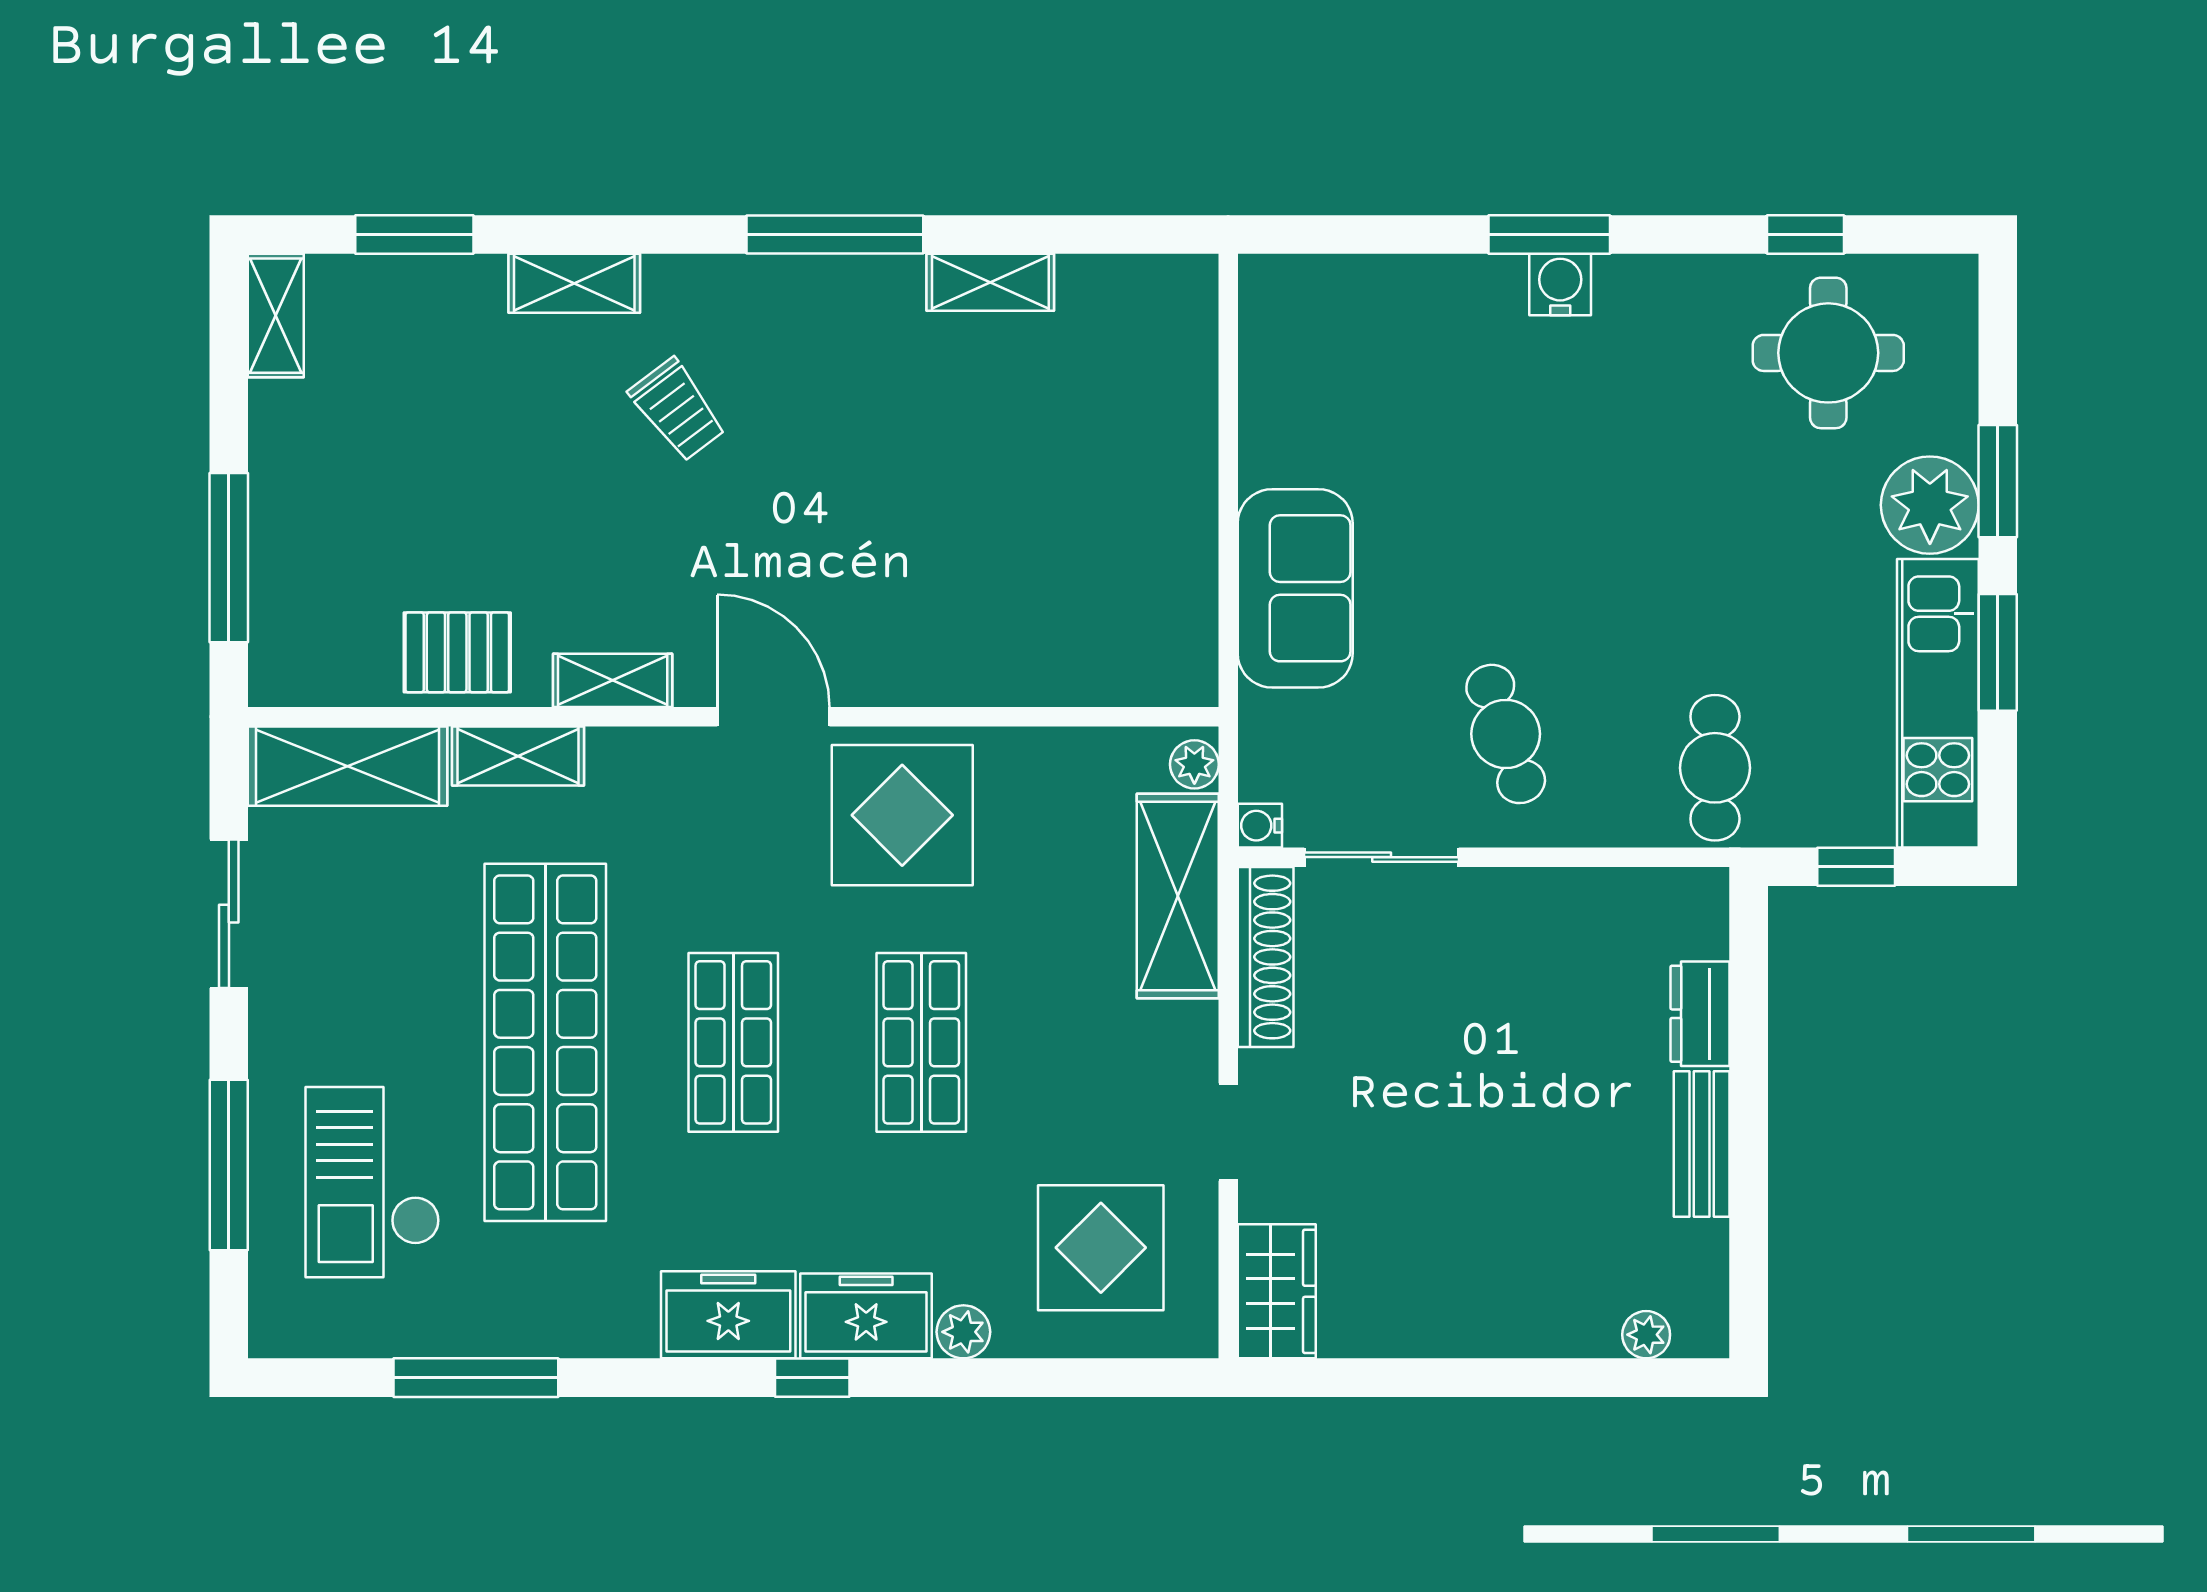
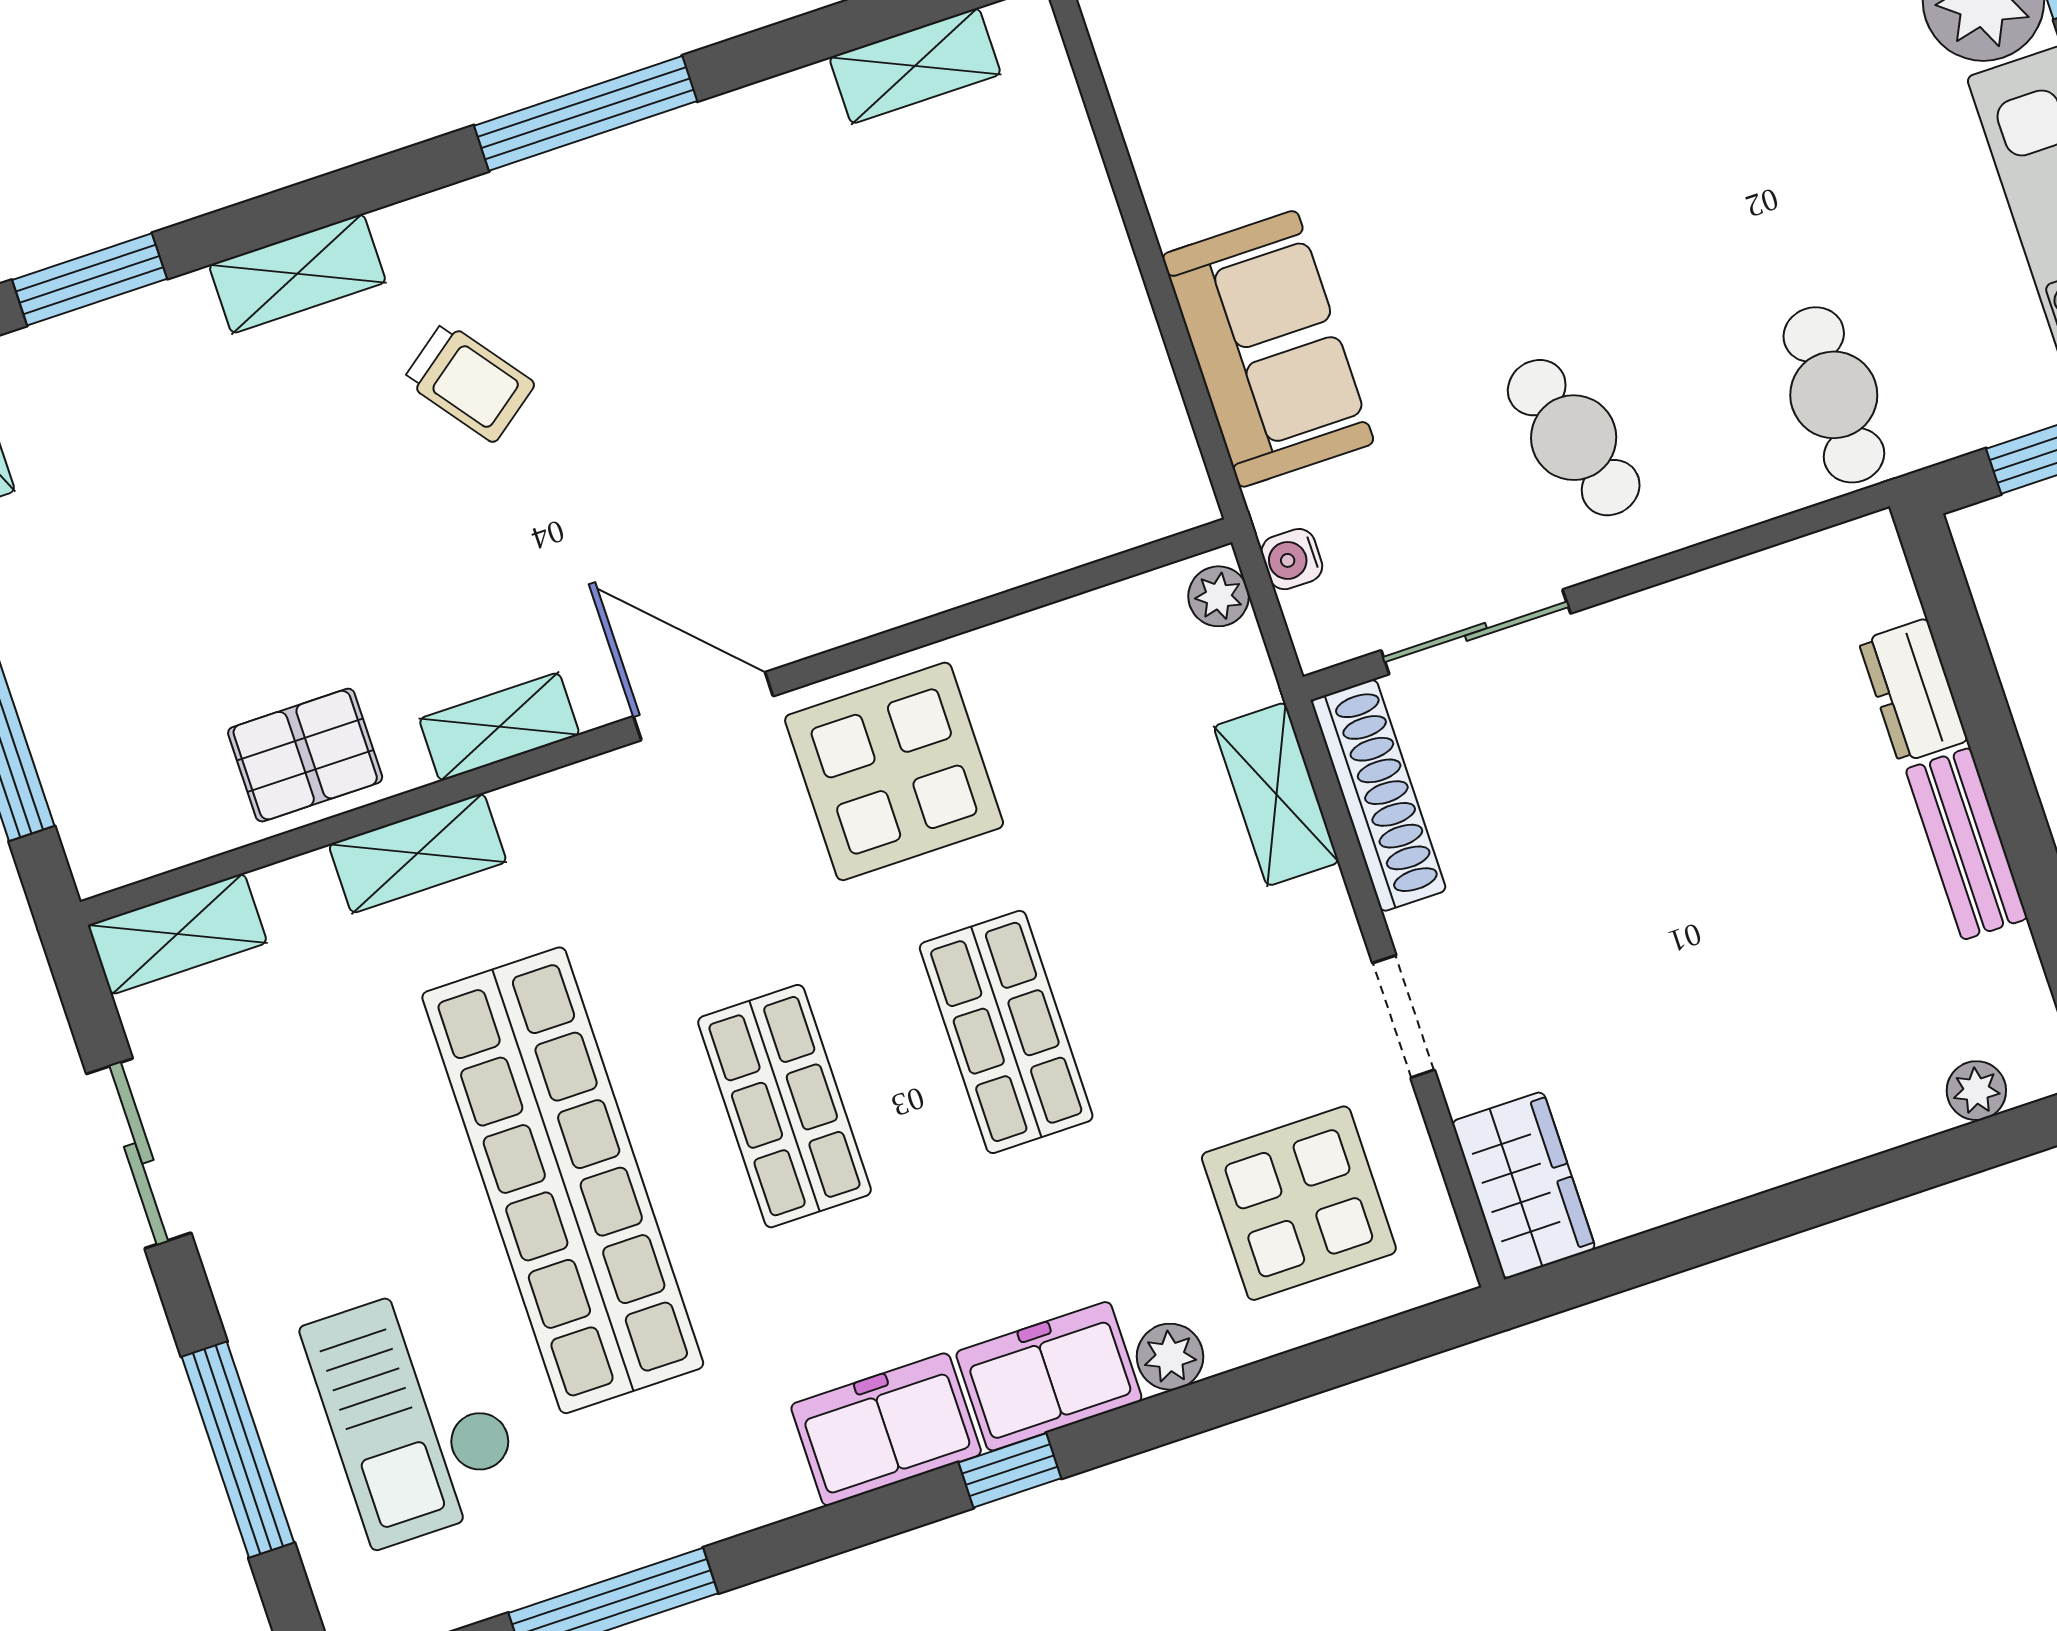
shelving: (990, 282) -> (915, 66), moved
shelving: (348, 766) -> (177, 934), width x0.67, depth x0.75
water cooler: (1260, 826) -> (1292, 559), moved
shelving: (1178, 896) -> (1276, 794), width x0.67, depth x0.75

